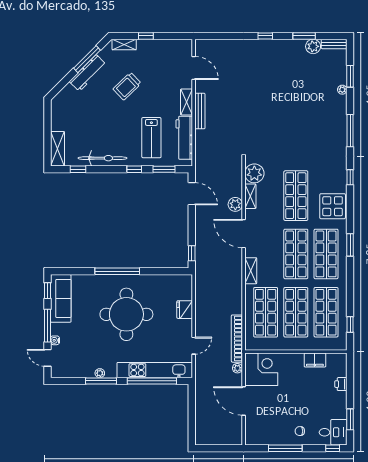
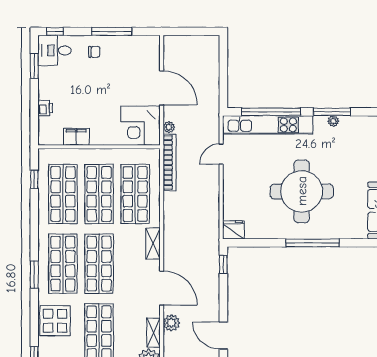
fridge: (185, 310) -> (233, 230), moved, turned -90

